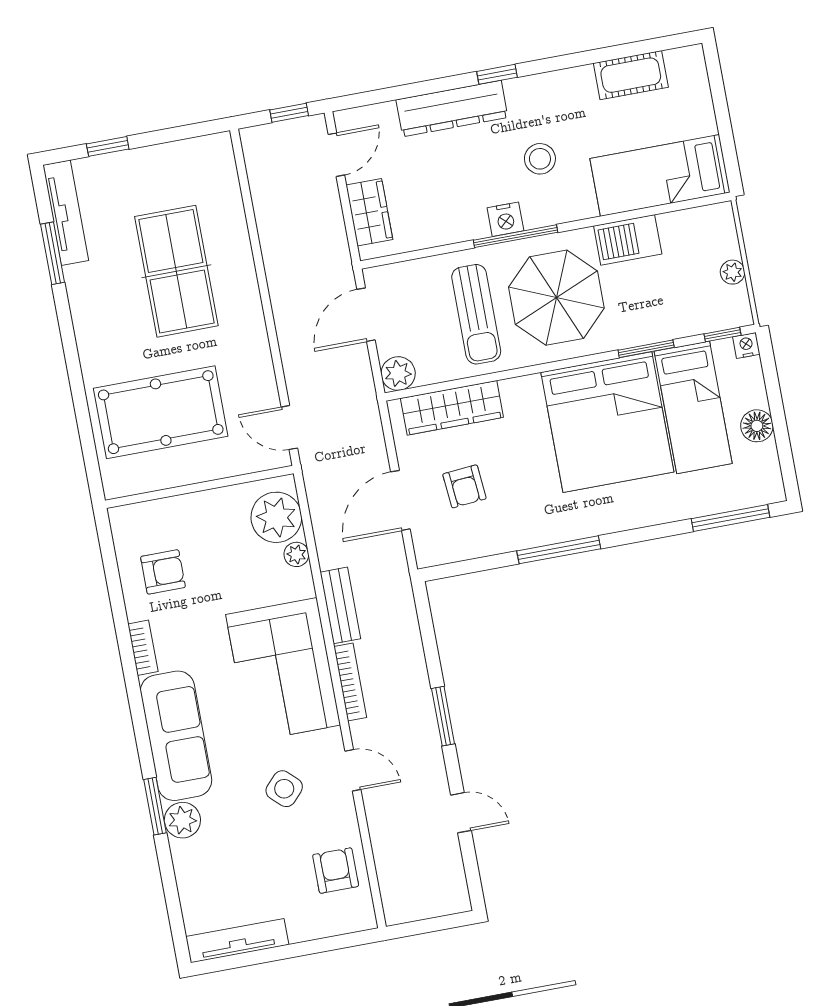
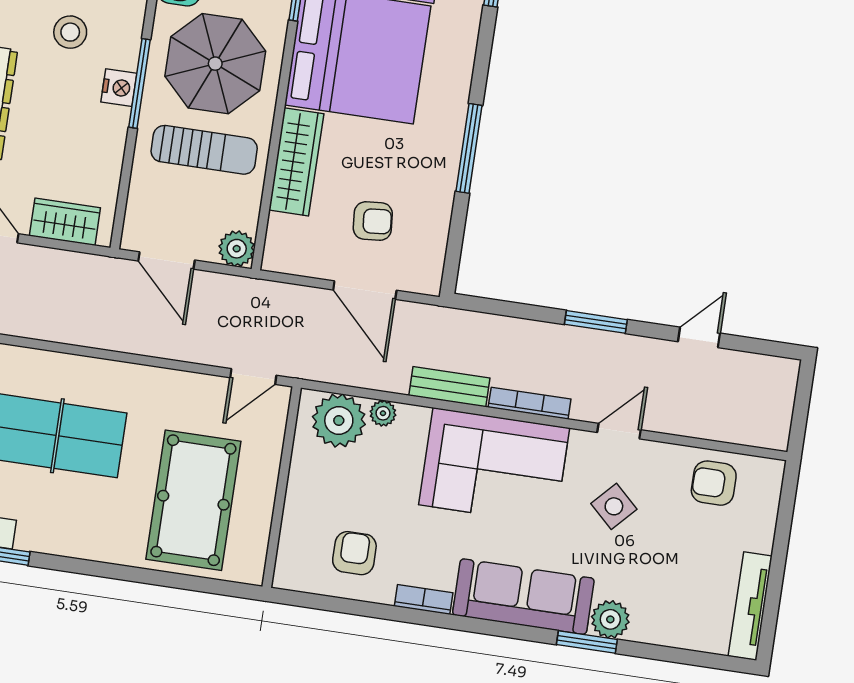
wardrobe: (452, 408) -> (296, 162), moved

